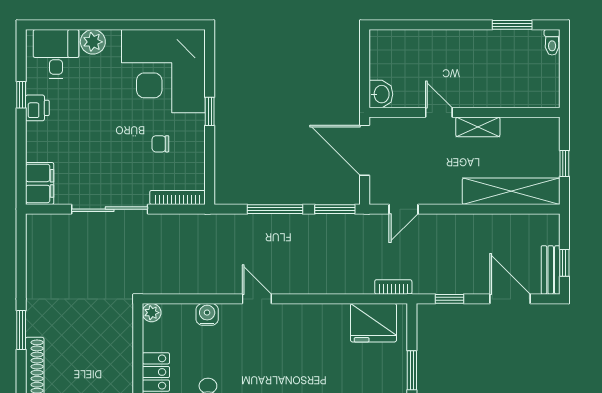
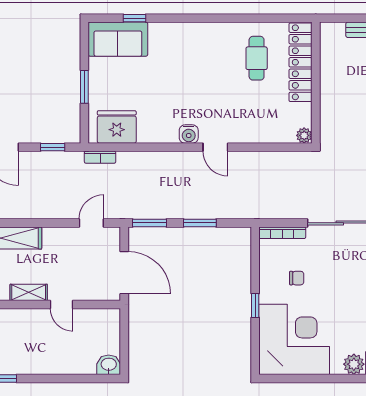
washbasin: (381, 94) -> (109, 365), moved, turned 90
window: (275, 209) -> (200, 223), width x0.69
water cooler: (207, 314) -> (189, 134), moved

